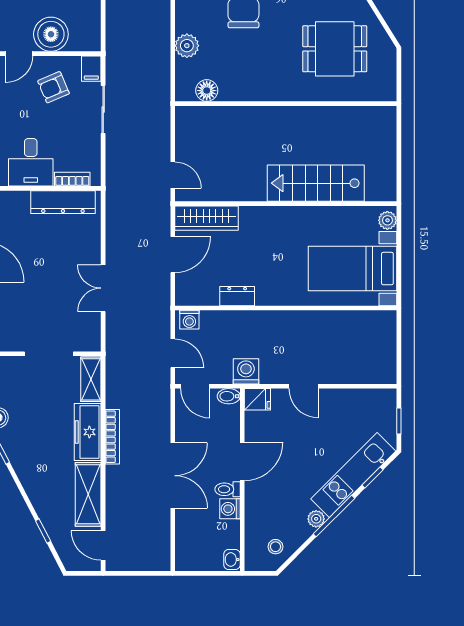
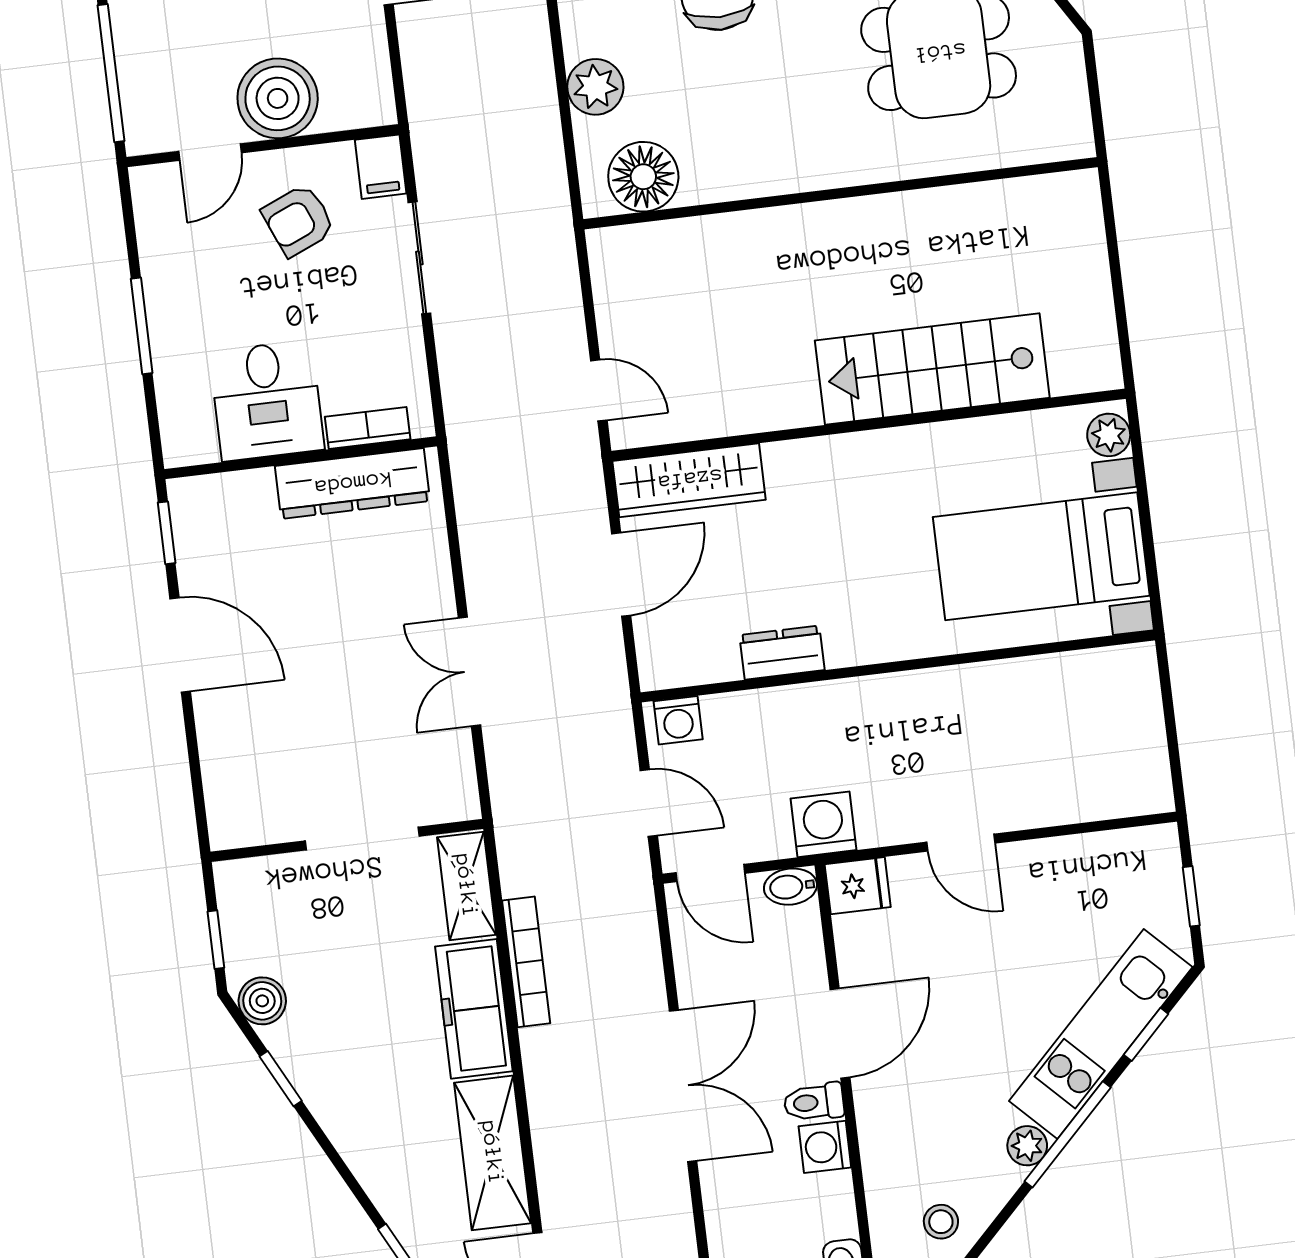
floor lamp: (207, 91) -> (643, 177), width x1.38, depth x1.38
bookcase: (112, 437) -> (526, 962), moved

